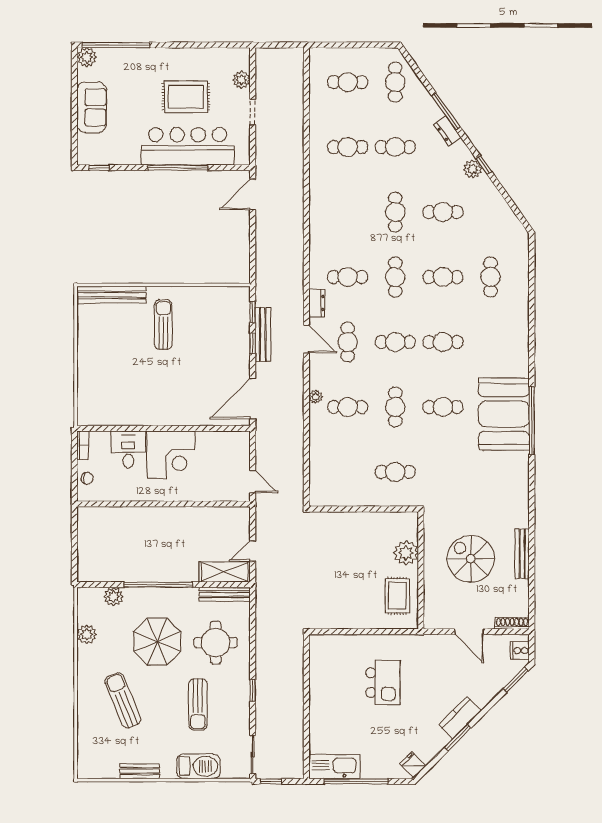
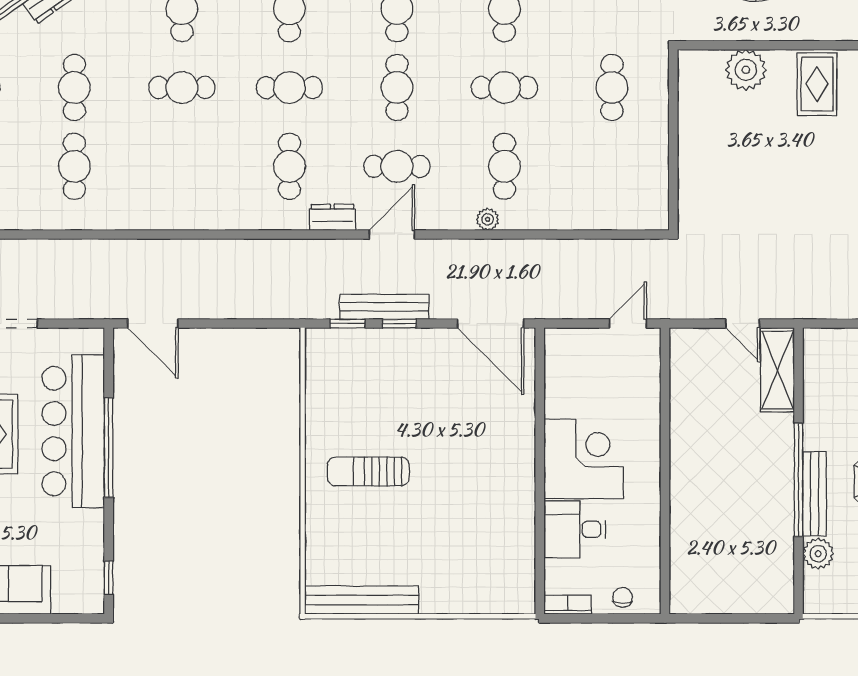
bench: (111, 295) -> (362, 600), moved, turned 90
bench: (225, 594) -> (814, 494), moved
rug: (397, 596) -> (817, 84), turned 90

